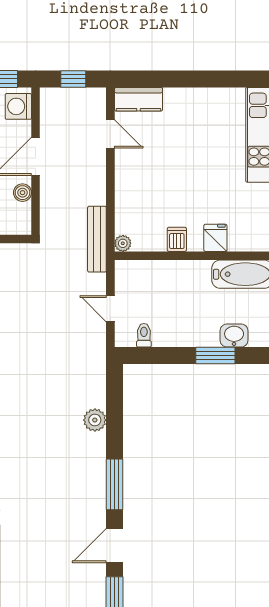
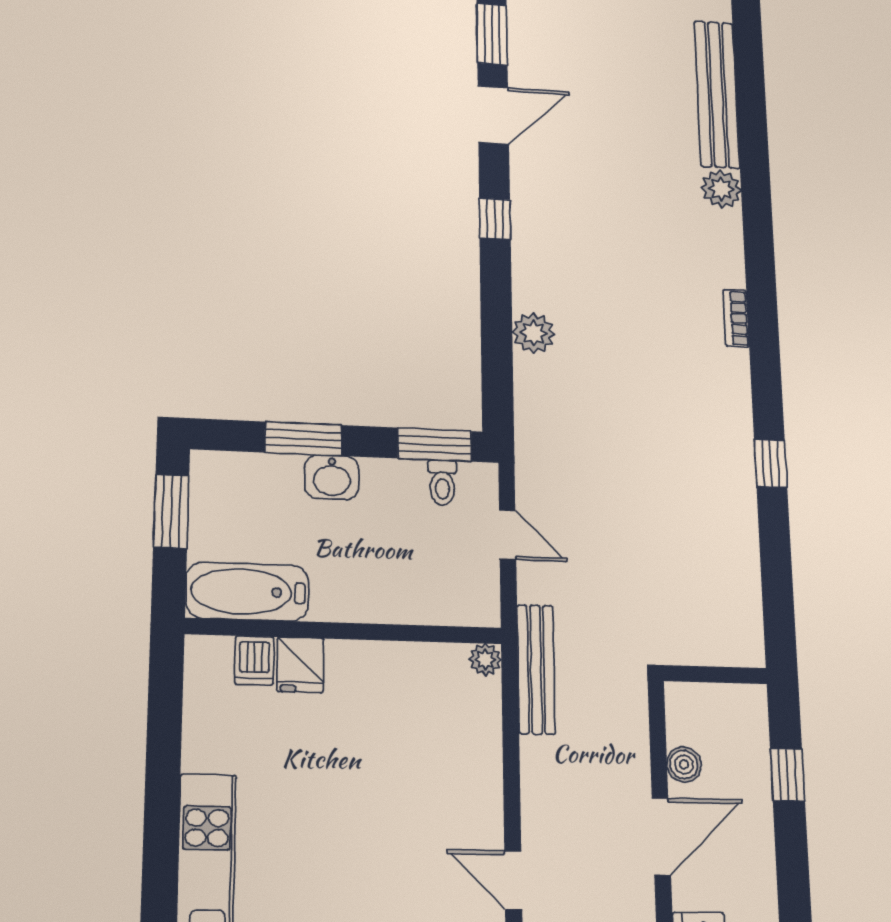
dishwasher: (177, 239) -> (254, 660), moved
washbasin: (234, 335) -> (332, 477), moved
window: (148, 355) -> (435, 445), added
window: (115, 484) -> (495, 219), width x0.46

